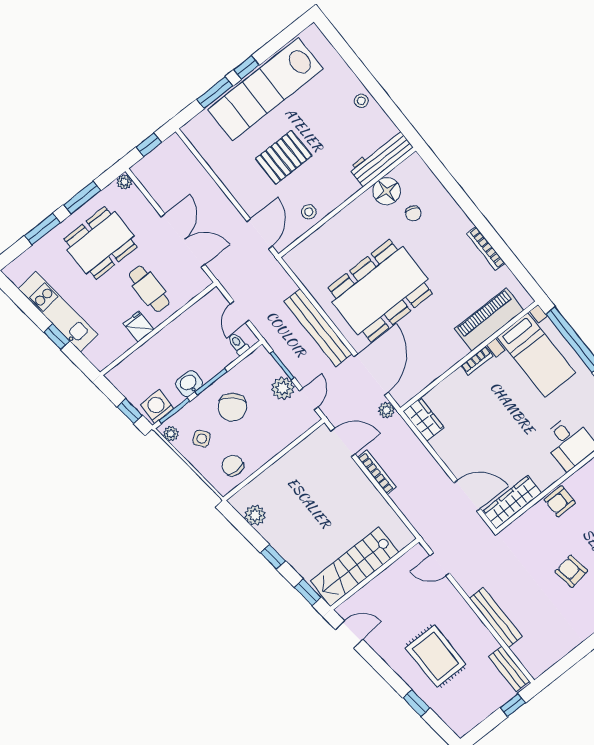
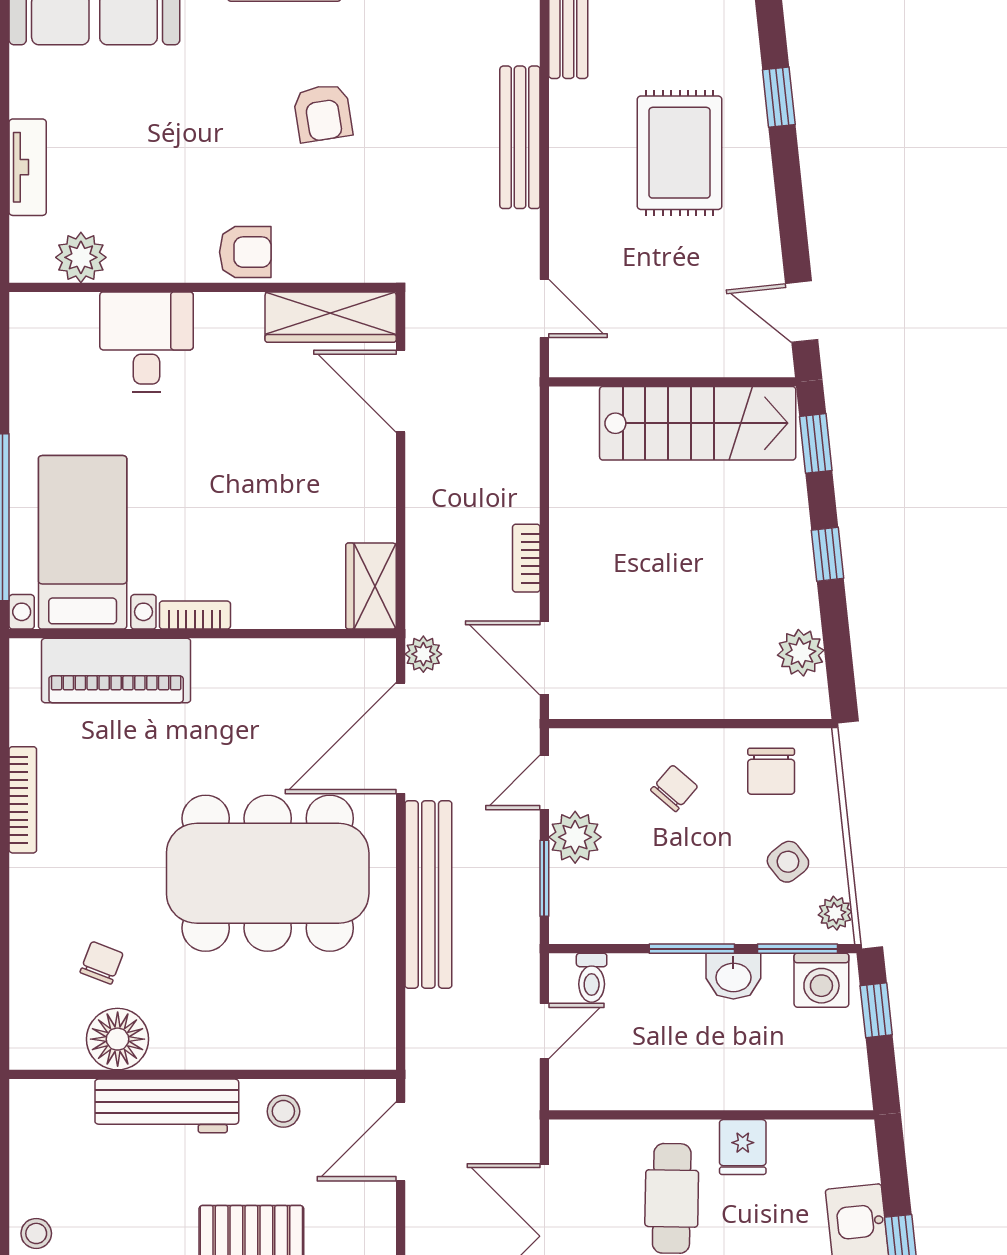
workbench: (381, 158) -> (167, 1106), moved
chair: (232, 407) -> (674, 788), moved, width x0.54, depth x0.54
bookcase: (377, 472) -> (526, 558), width x0.64

